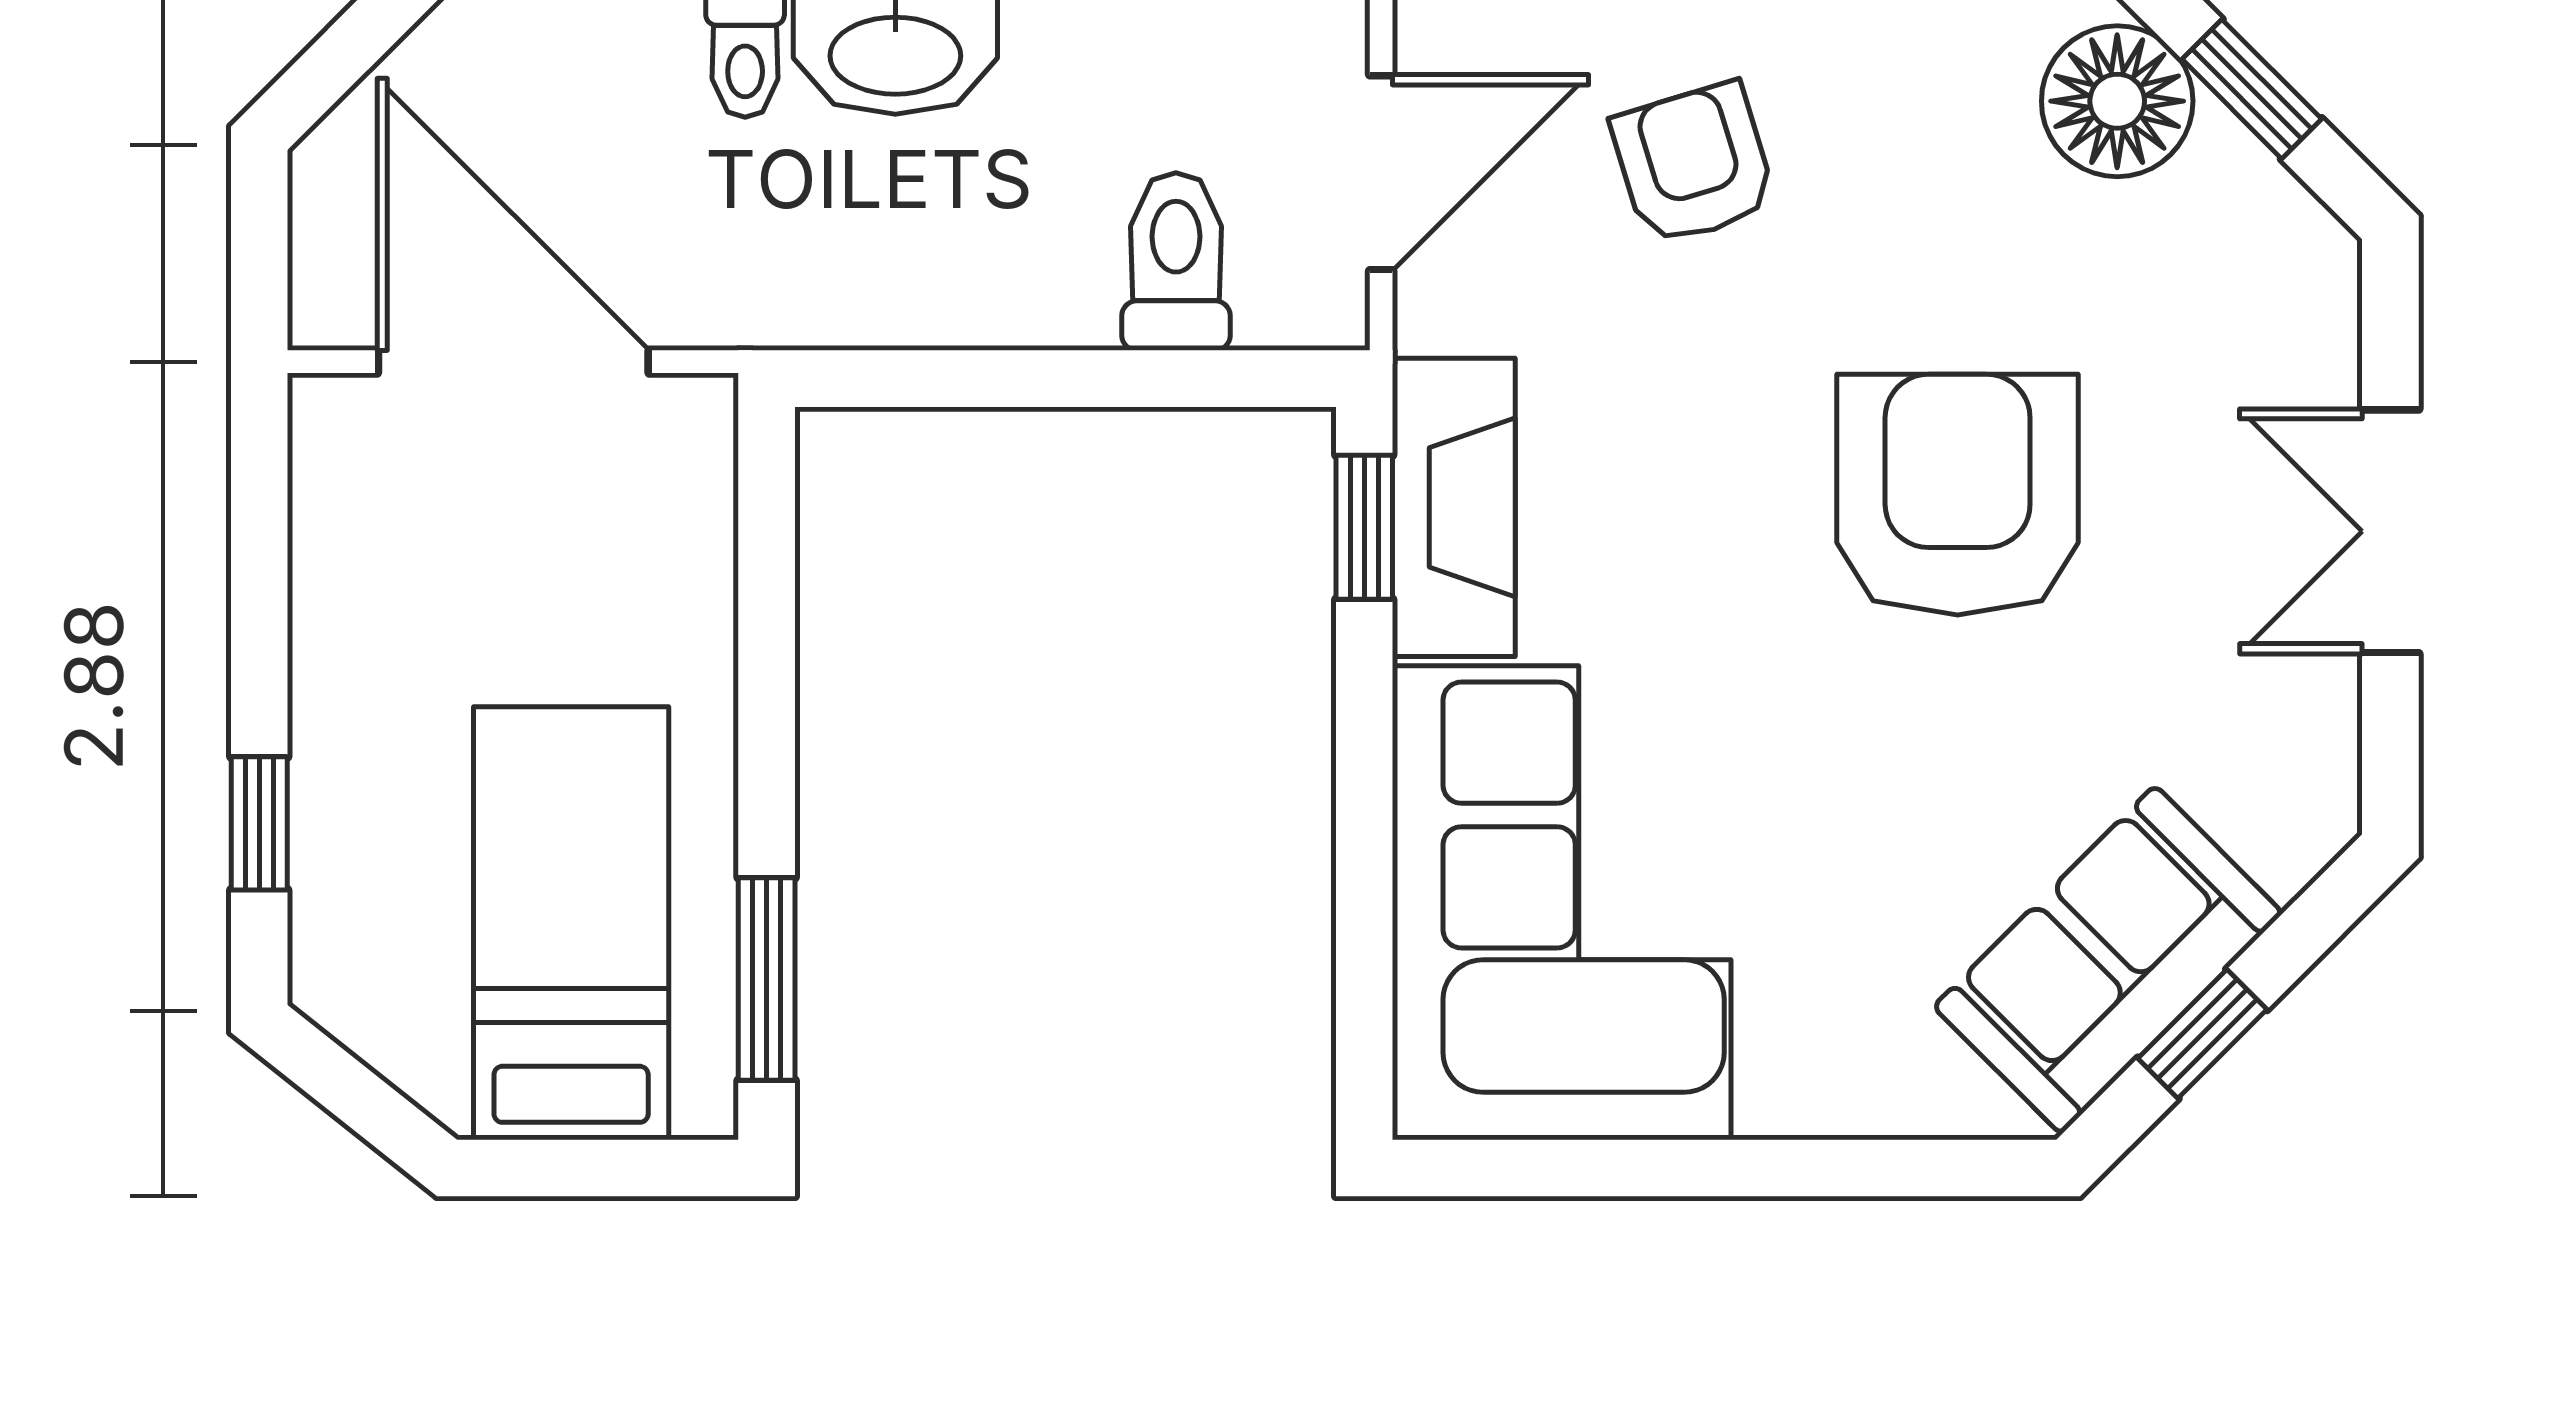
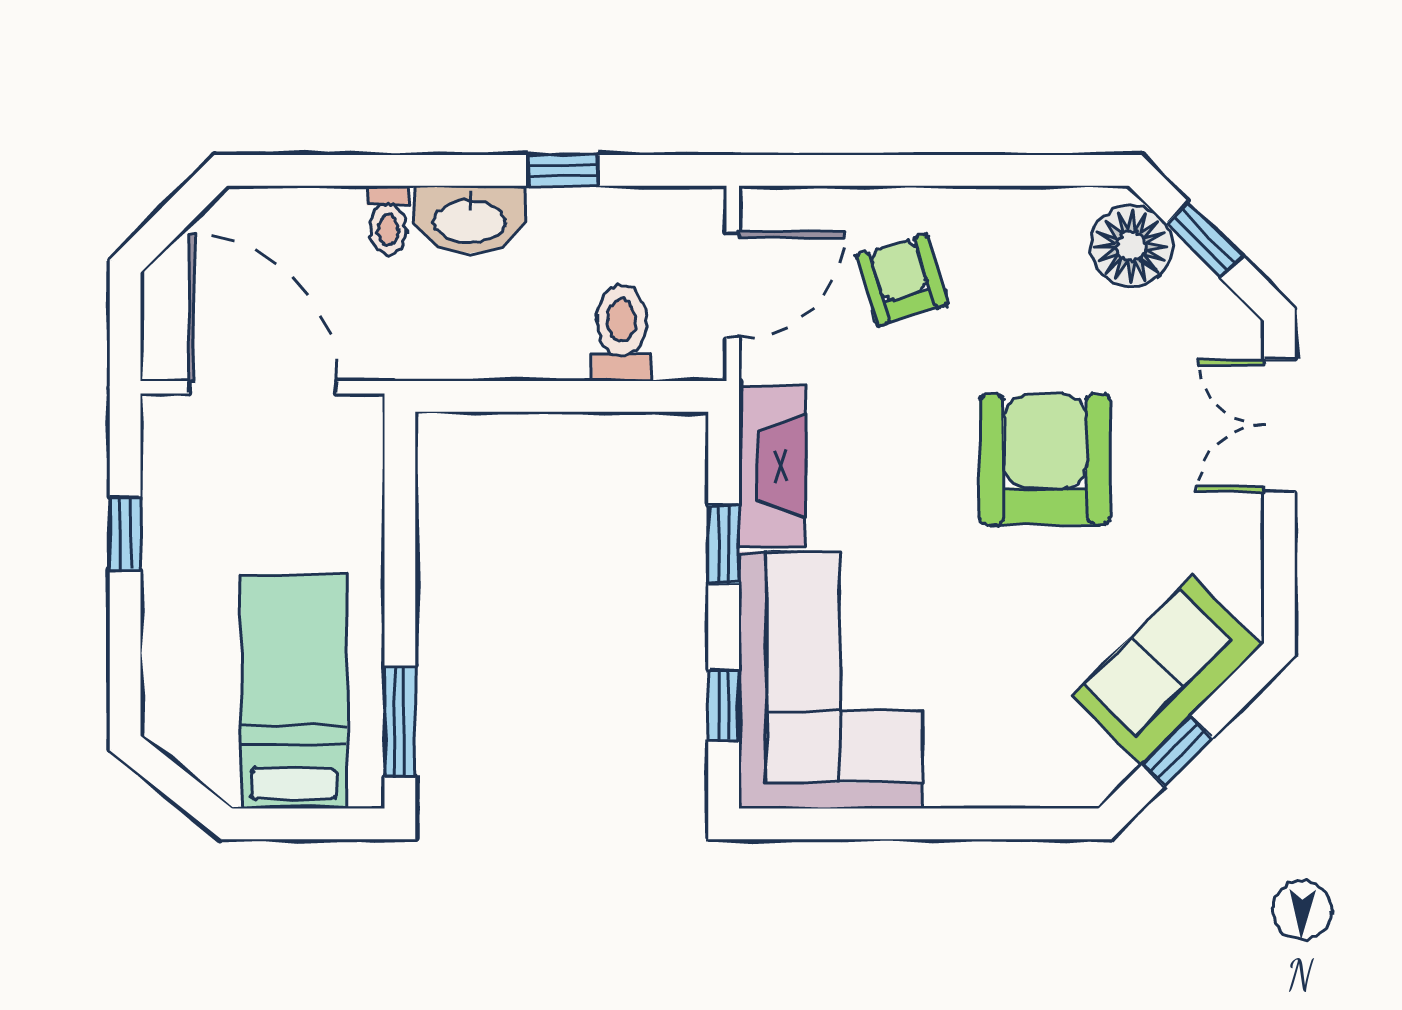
window: (1364, 527) -> (724, 544), moved
double door: (2390, 531) -> (1279, 425), moved
window: (259, 823) -> (125, 534), moved
window: (1364, 949) -> (724, 706), added
sofa: (2108, 960) -> (1167, 671), moved

